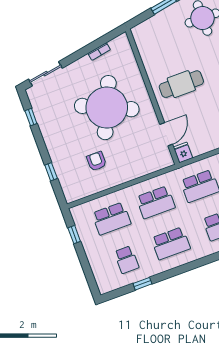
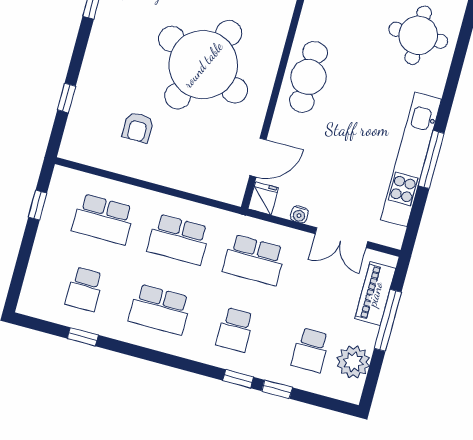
cafe table: (181, 84) -> (308, 77), moved, turned 90
water cooler: (206, 148) -> (299, 214), added
armchair: (96, 161) -> (138, 127), turned 180

